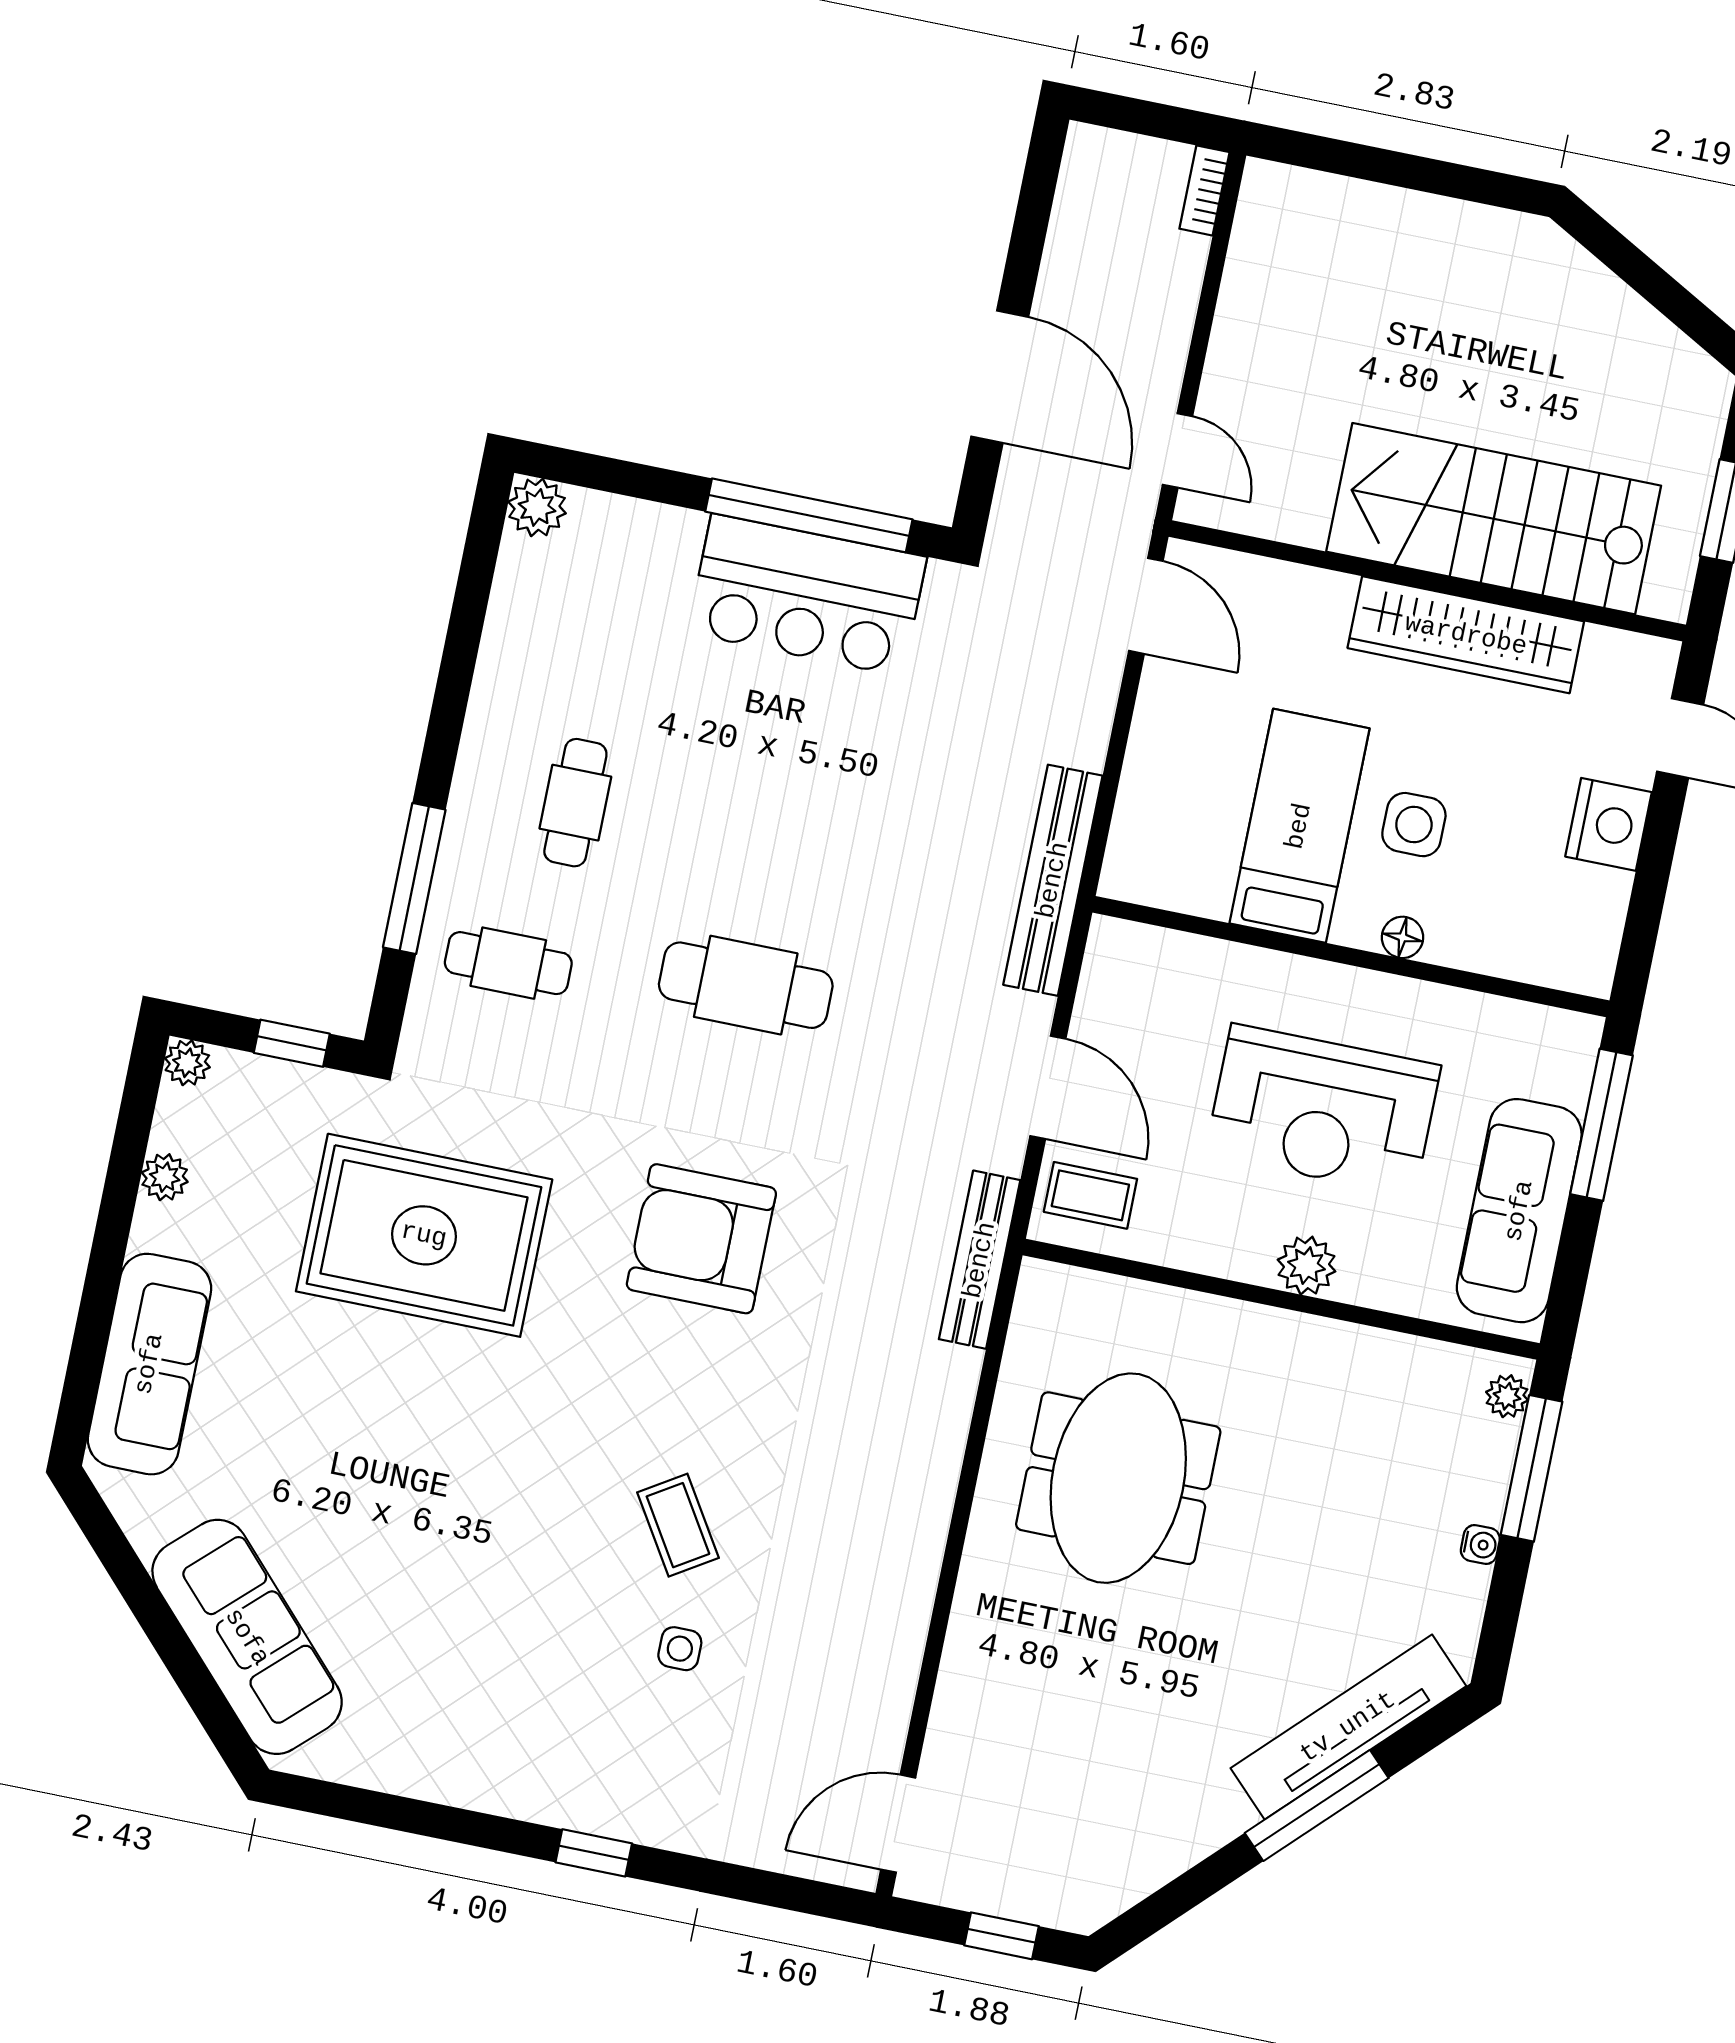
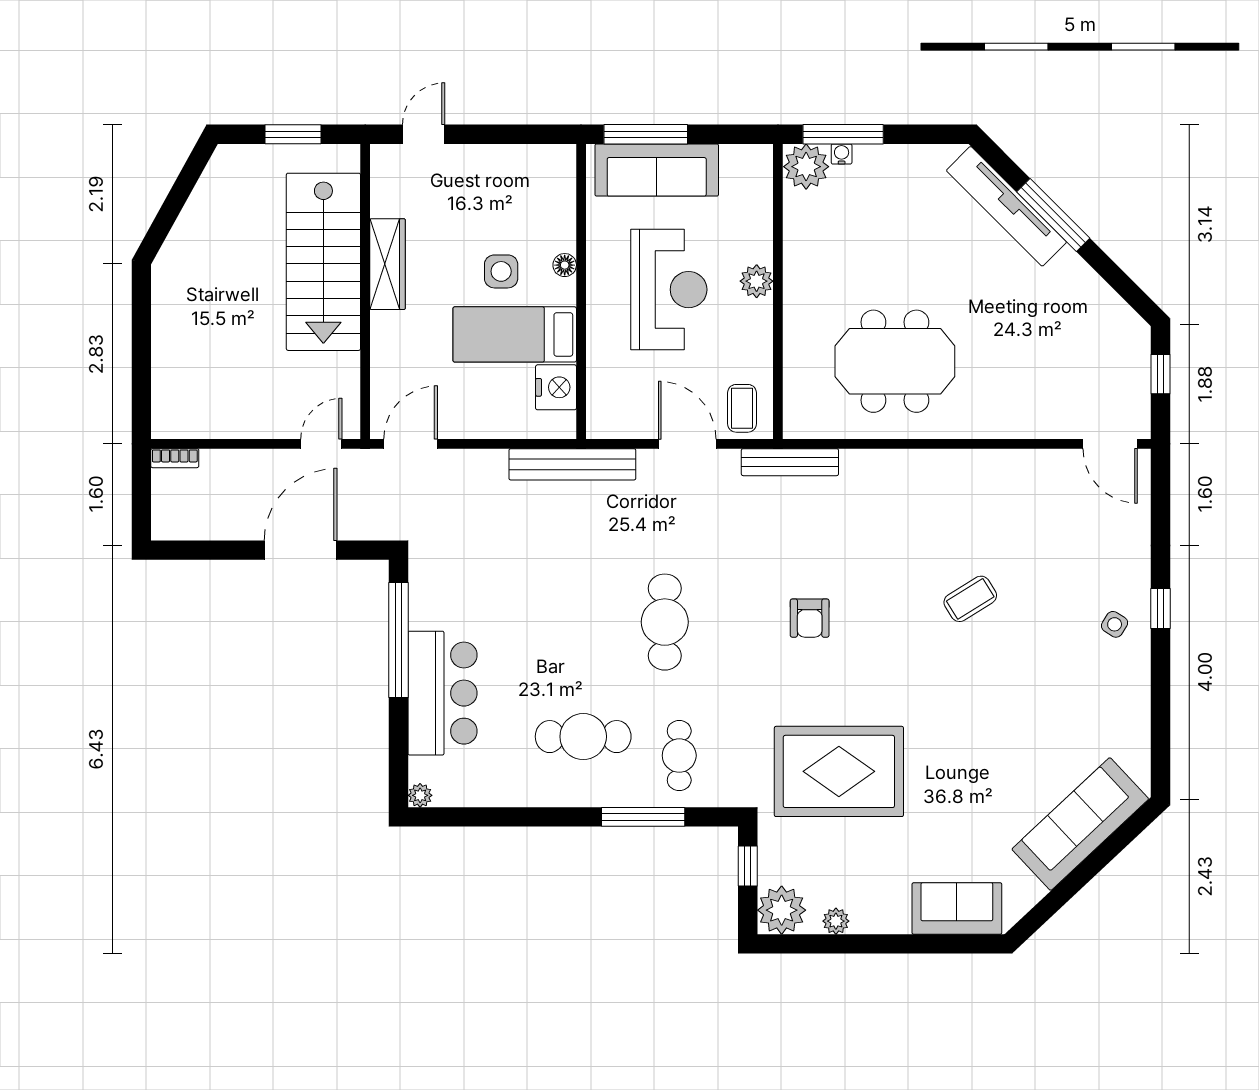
plant: (537, 507) -> (420, 795), width x0.73, depth x0.73
bar counter: (807, 595) -> (442, 693), moved
wardrobe: (1466, 635) -> (388, 264), width x0.71, depth x0.85
cafe table: (575, 803) -> (583, 737), width x1.37, depth x1.35
nightstand: (1609, 824) -> (556, 387), moved, turned 90
plant: (187, 1063) -> (782, 910), width x1.88, depth x1.88
door: (1048, 1087) -> (687, 444), hinge flipped
sofa: (1519, 1211) -> (657, 170), moved
rug: (424, 1235) -> (839, 771), turned 90
armchair: (701, 1239) -> (810, 618), width x0.53, depth x0.53
sofa: (149, 1364) -> (957, 909), width x0.73
plant: (1507, 1396) -> (806, 167), width x1.88, depth x1.88
water cooler: (1480, 1544) -> (842, 154), moved
side table: (680, 1649) -> (1115, 624), moved, turned 32

